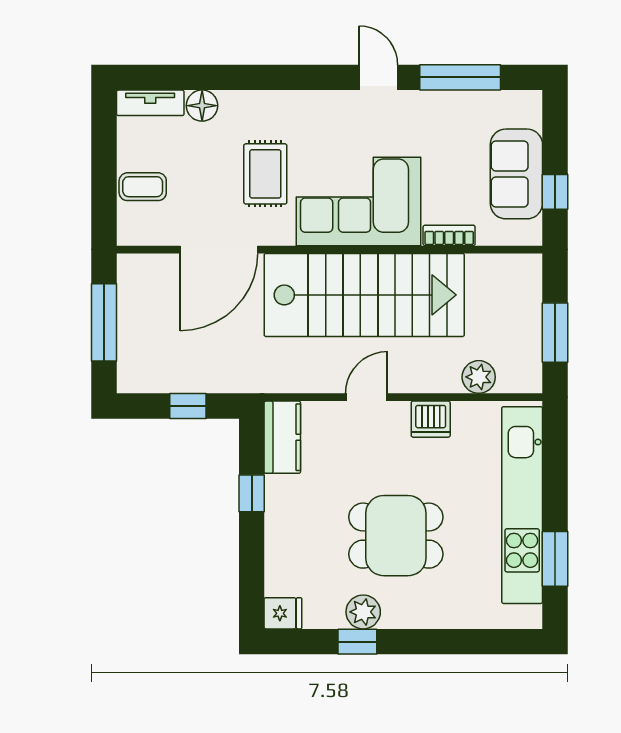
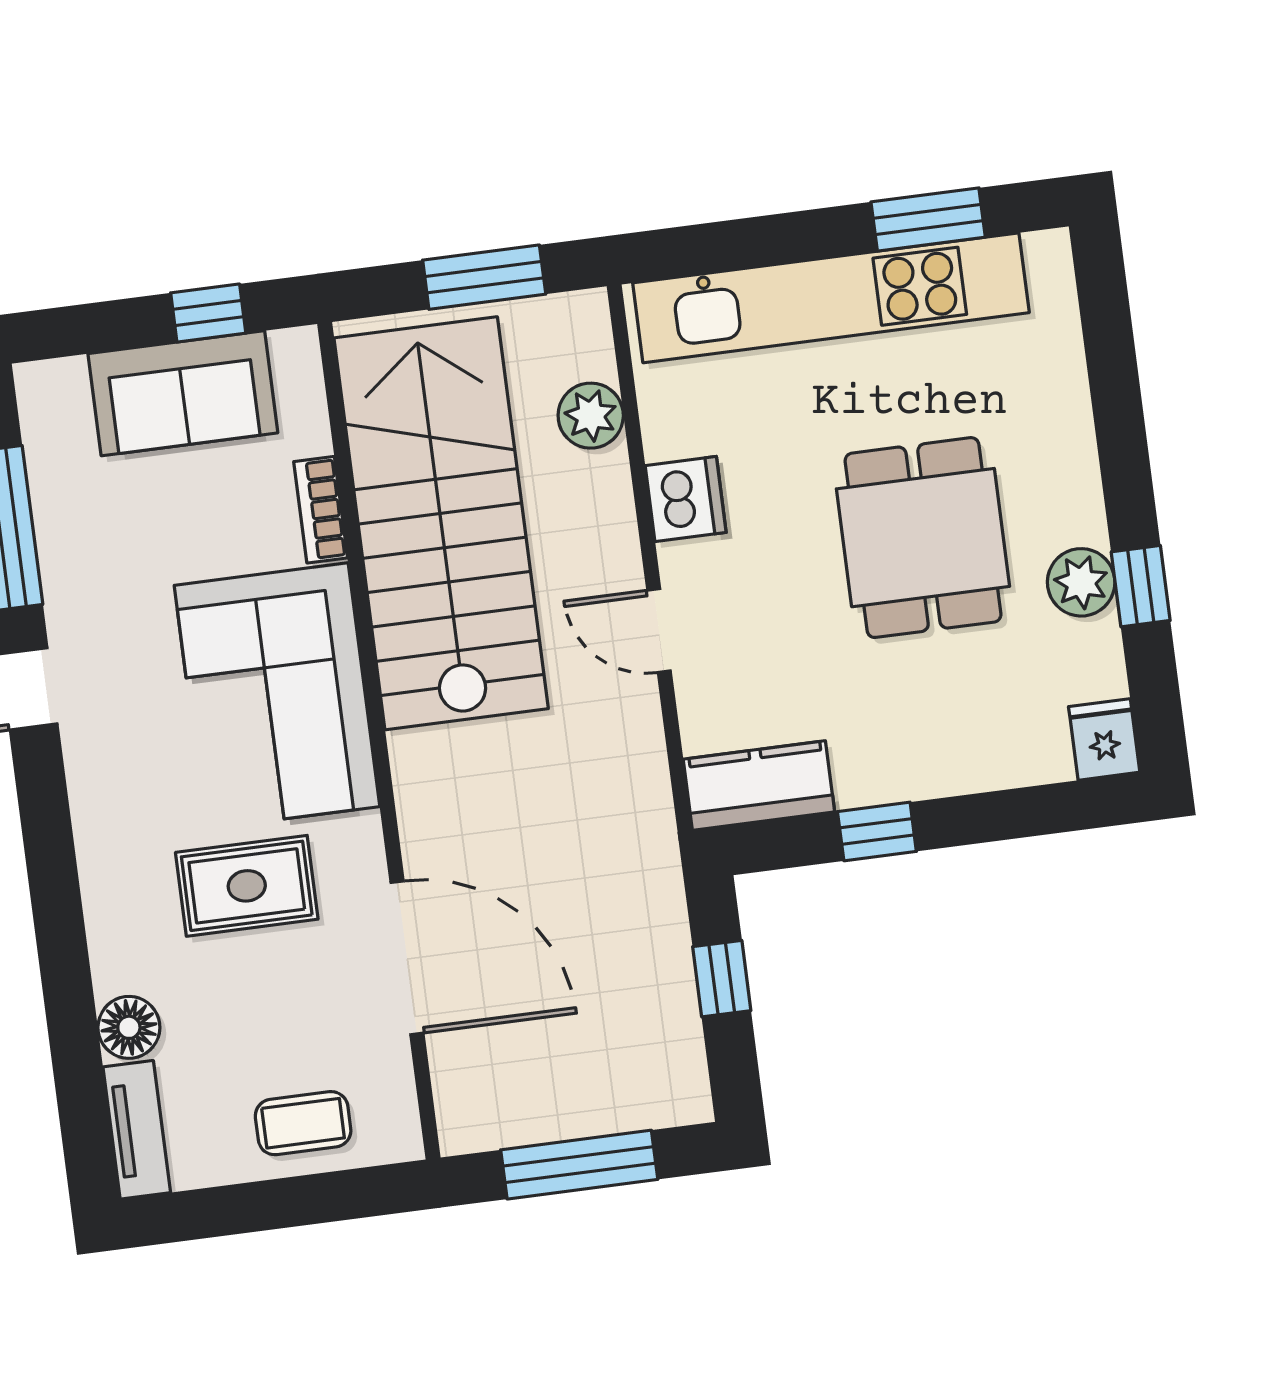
coffee table: (143, 187) -> (303, 1123), turned 90
stairs: (364, 295) -> (441, 523), moved

